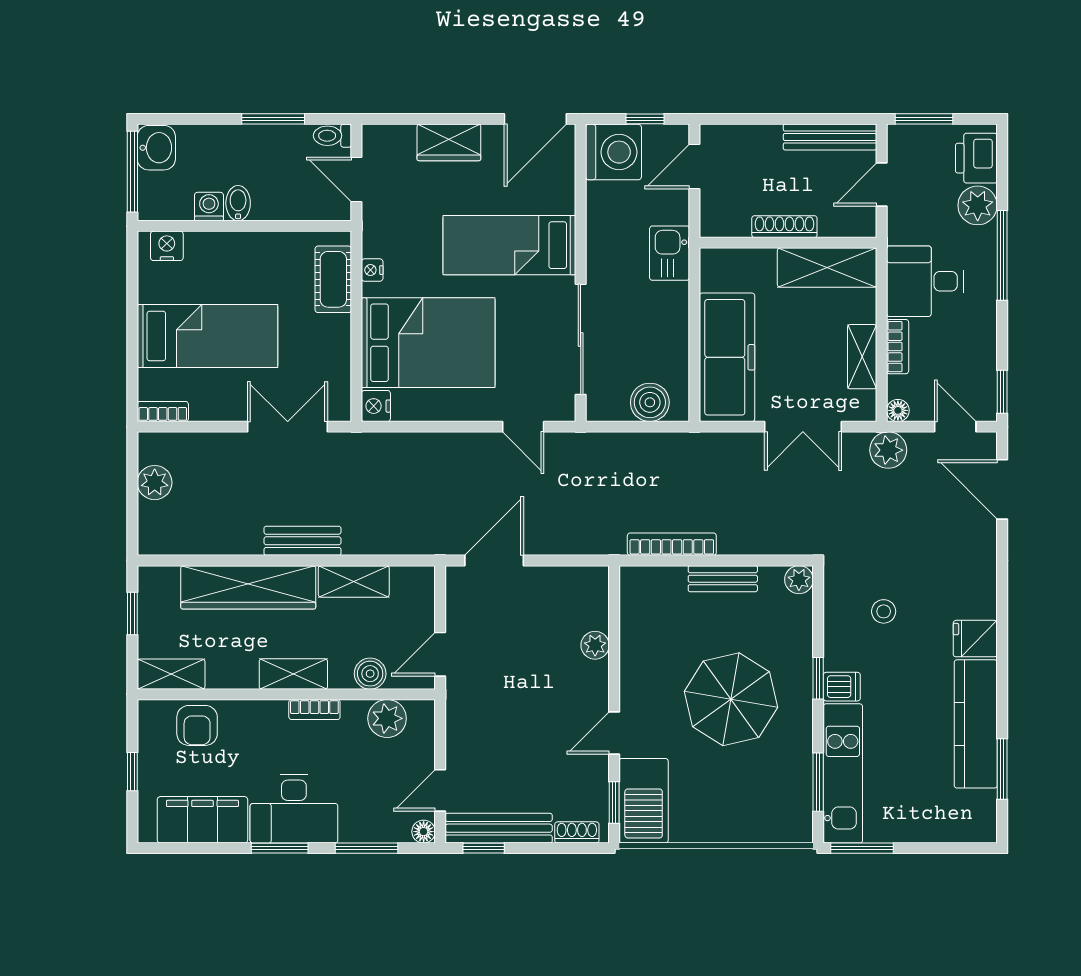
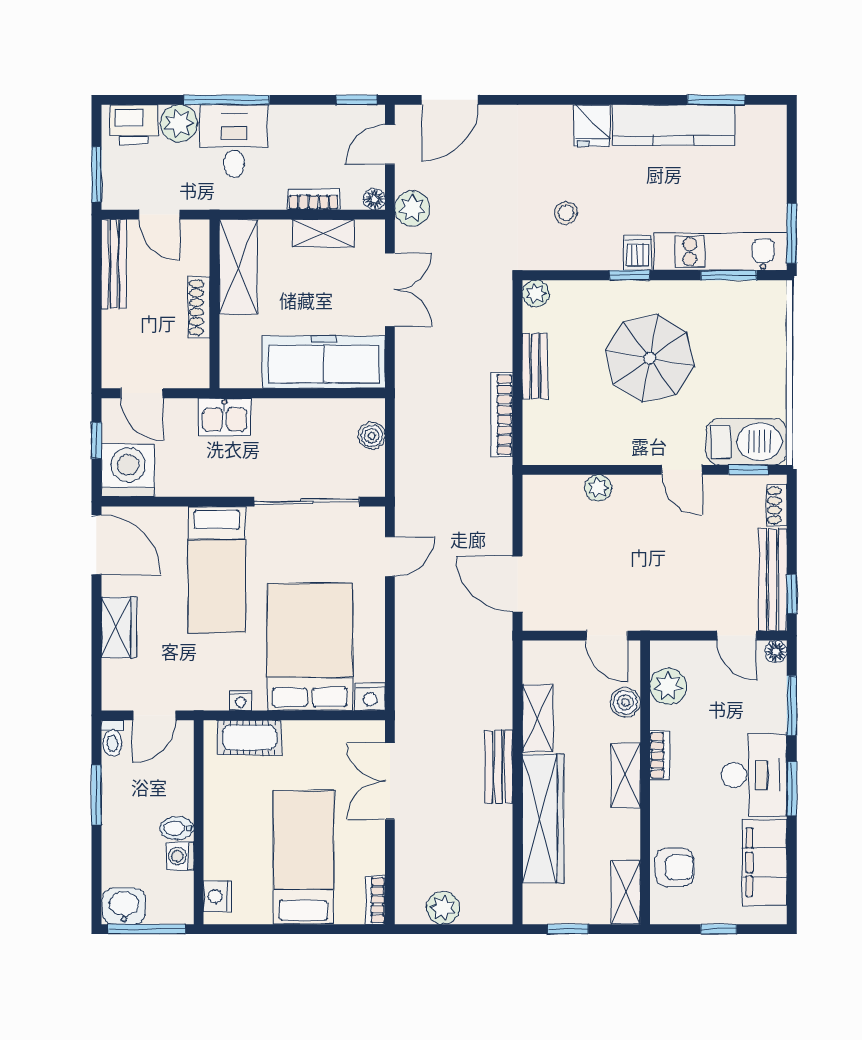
desk: (925, 281) -> (234, 141), moved, turned 180
boiler: (650, 402) -> (372, 436), width x0.73, depth x0.73

